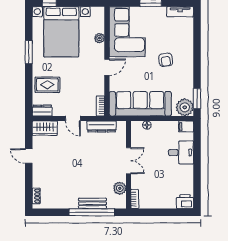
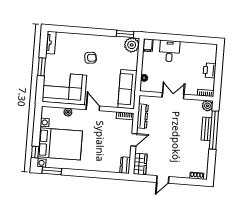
window: (29, 52) -> (52, 171), moved
rug: (47, 85) -> (104, 159), removed
sofa: (140, 104) -> (127, 89), width x0.74, depth x0.79
plant: (120, 188) -> (207, 106), moved
printer: (185, 202) -> (210, 70), moved

